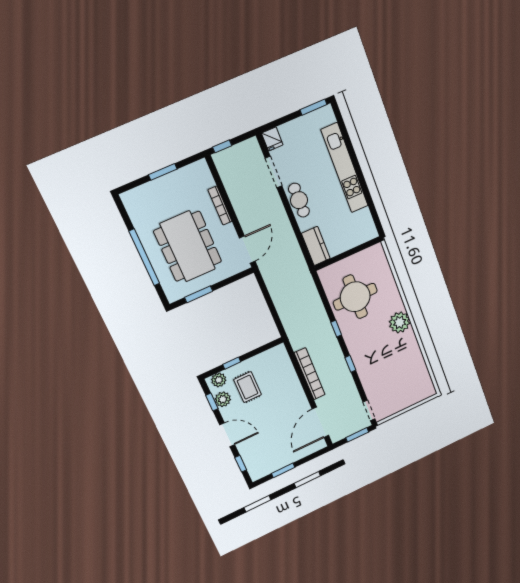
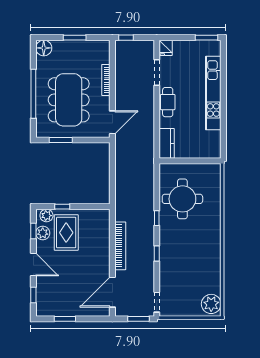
floor lamp: (132, 200) -> (44, 48), added
plant: (400, 322) -> (211, 304), moved
rug: (248, 387) -> (66, 233), width x1.36, depth x1.43

